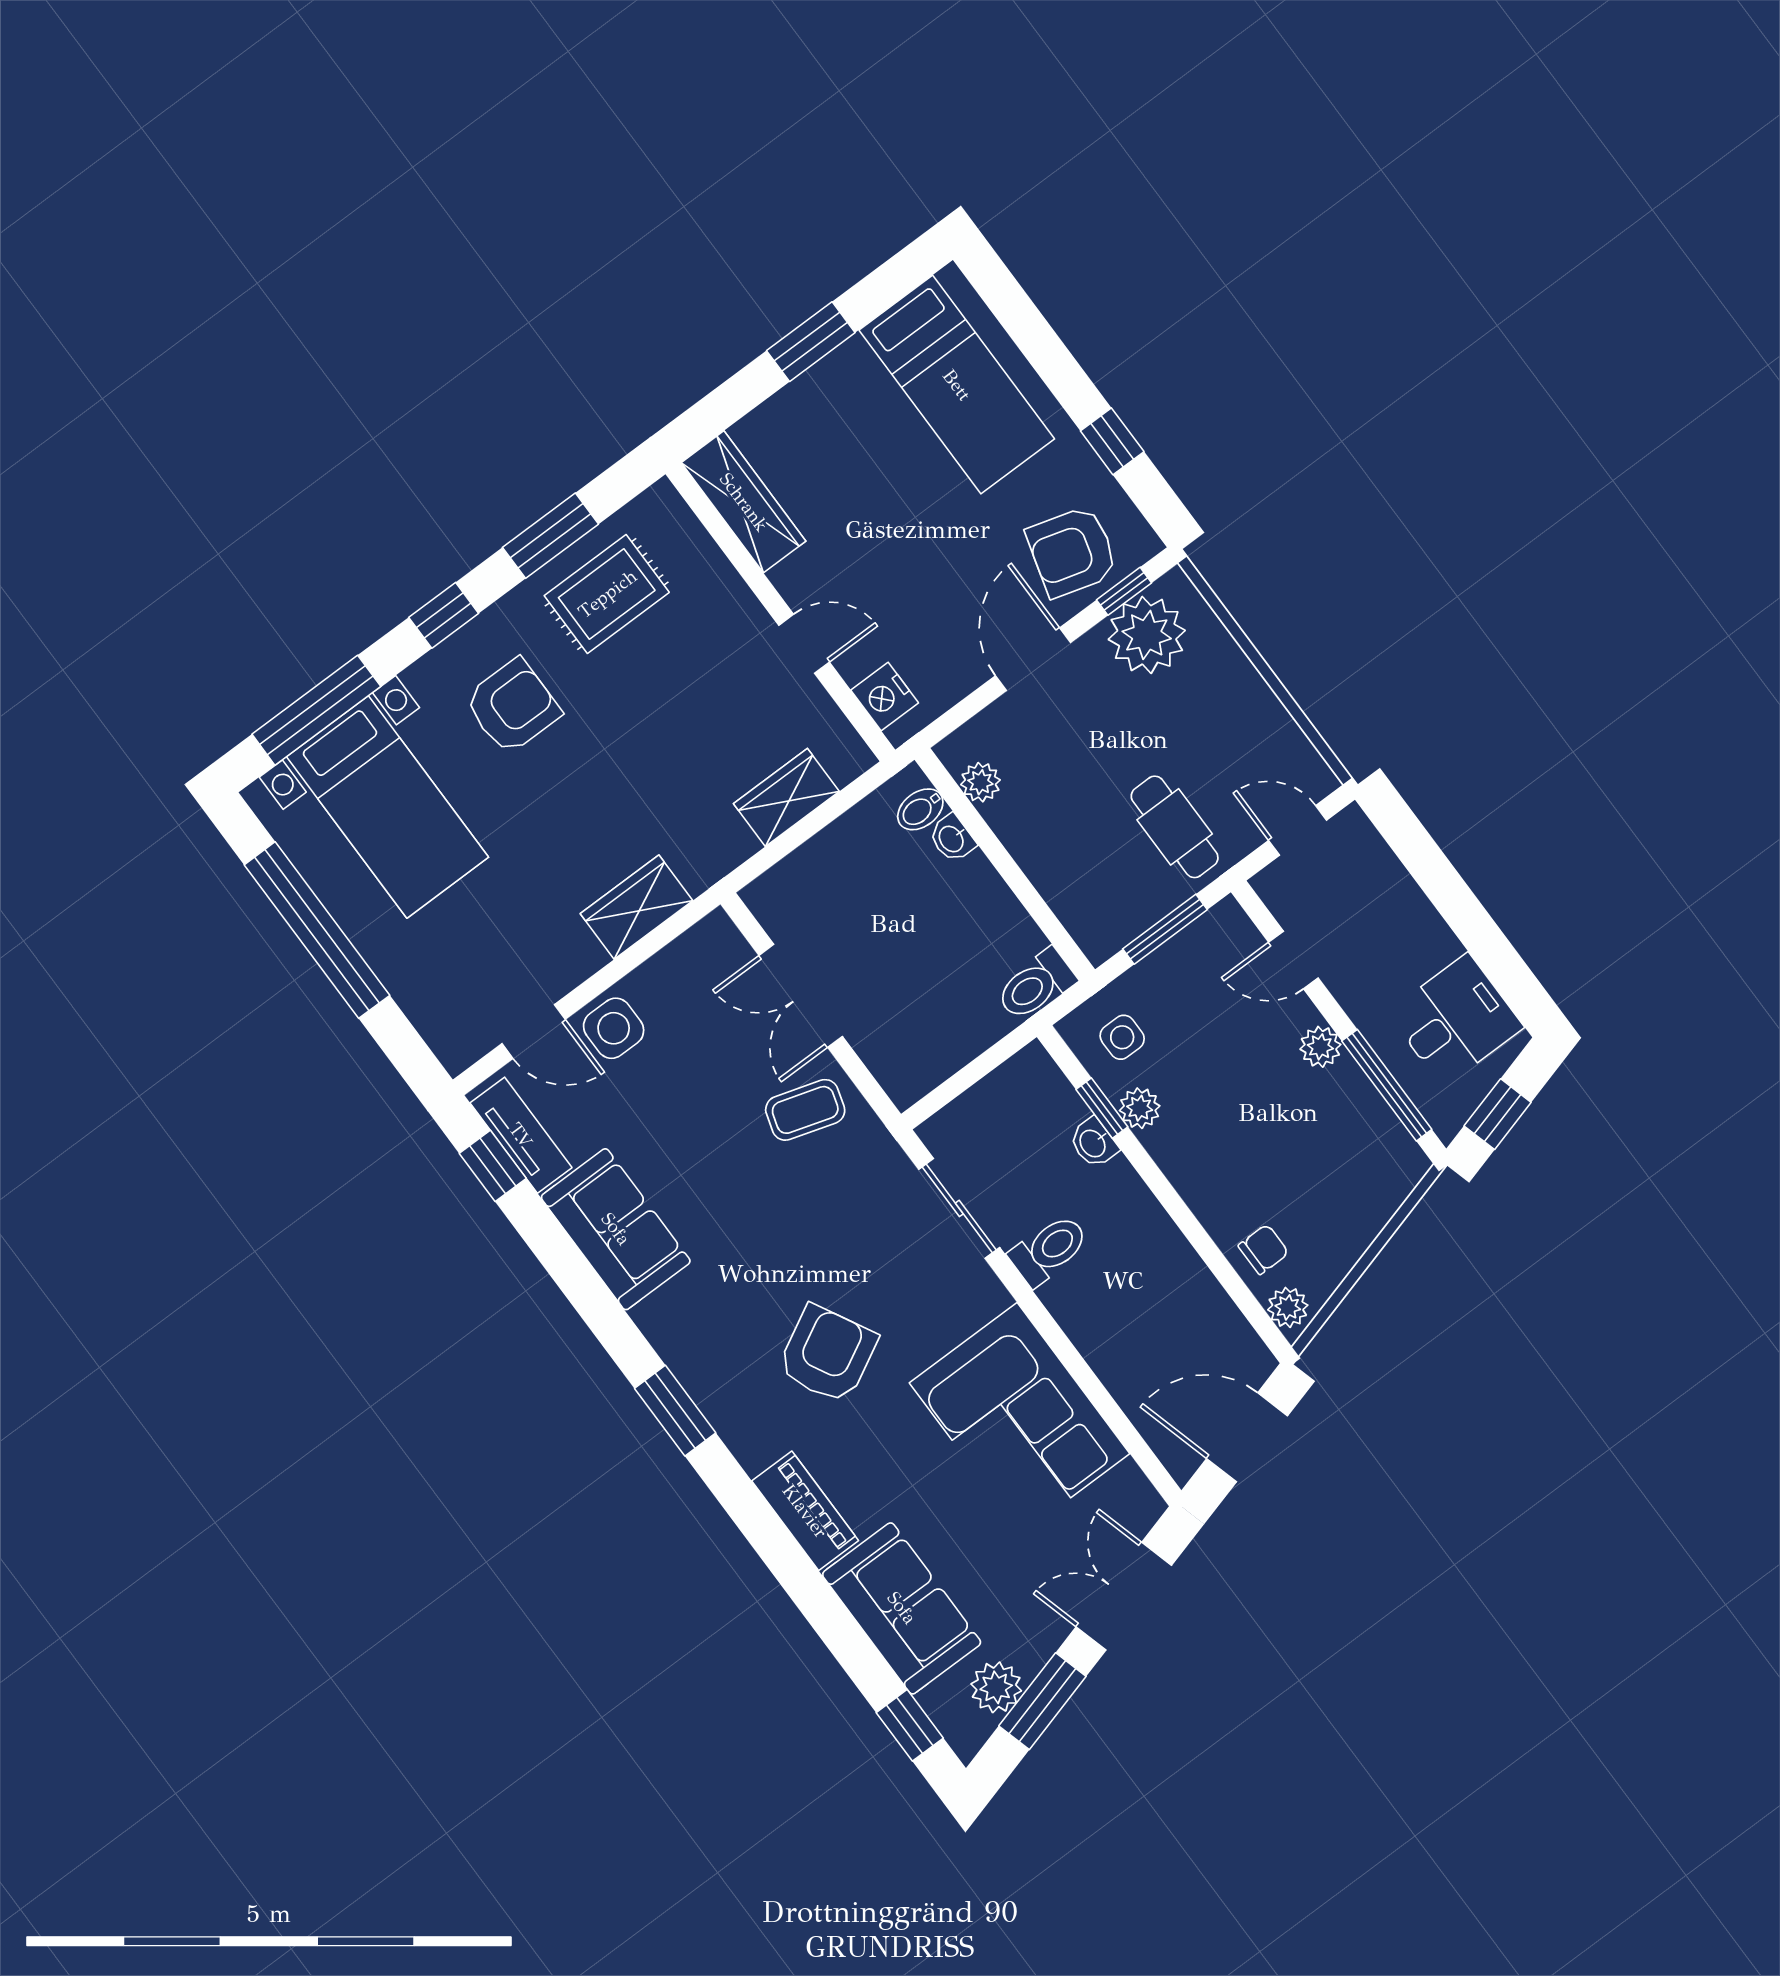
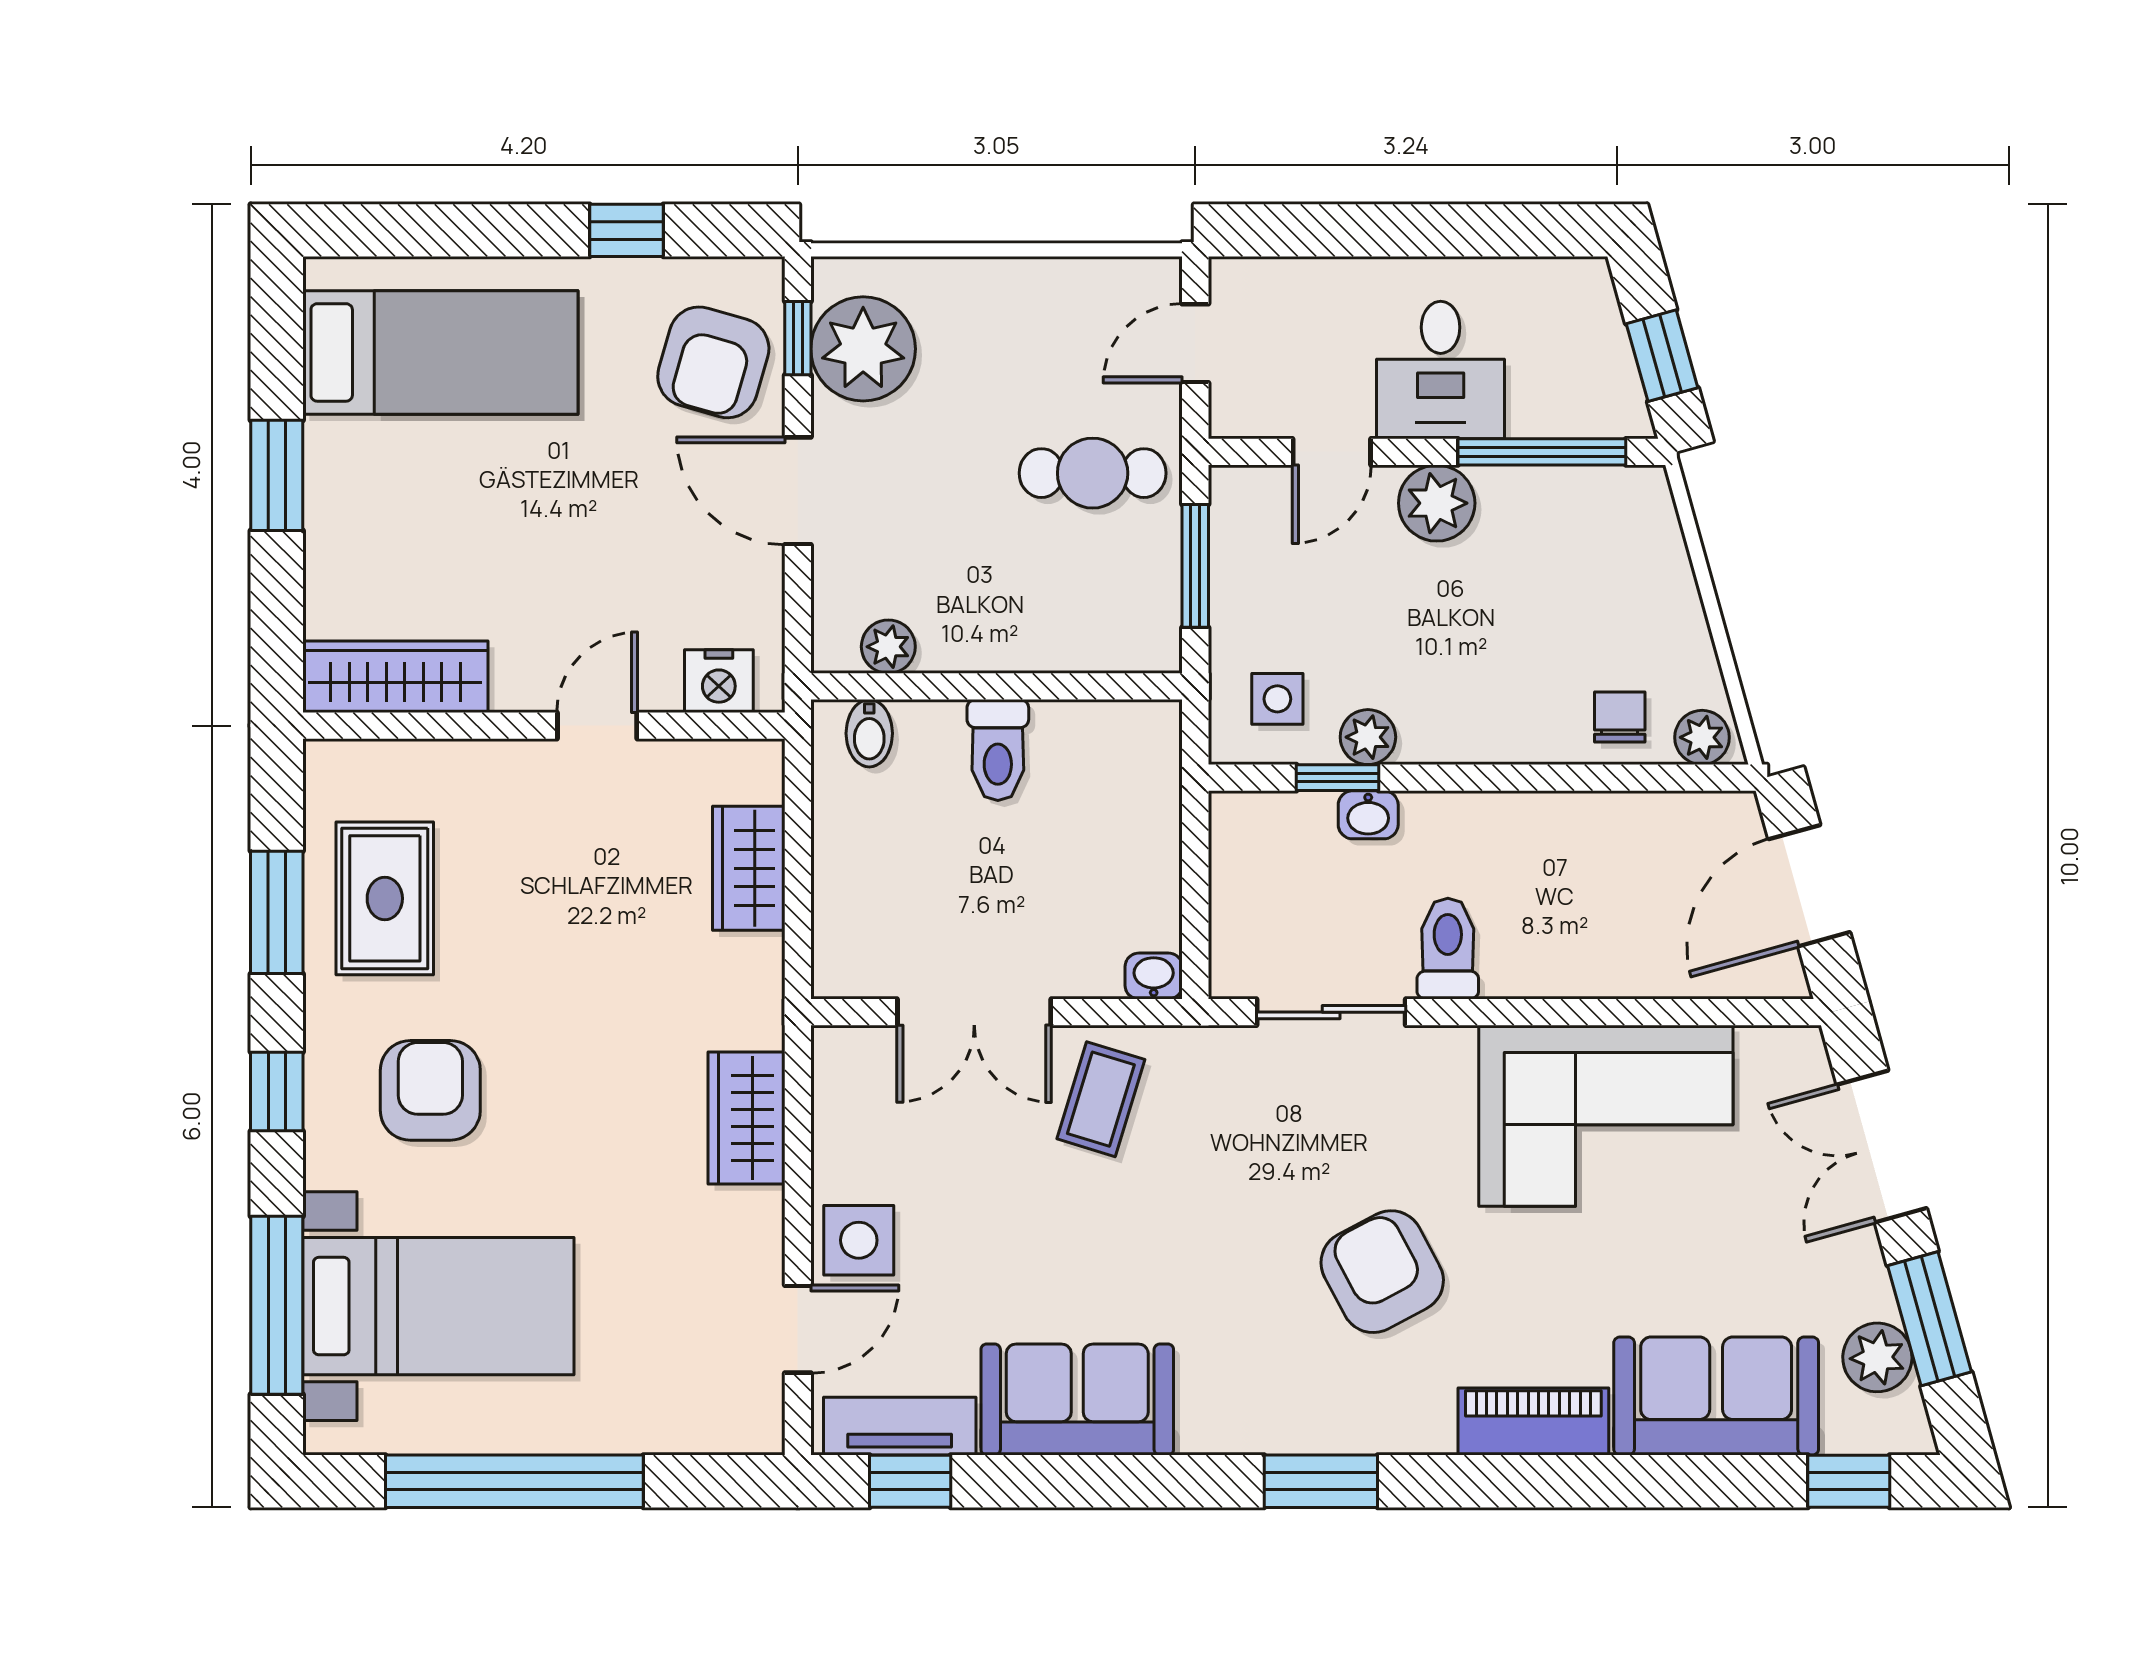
washbasin: (952, 838) -> (1154, 976), moved, turned 180
toilet: (1036, 985) -> (998, 750), moved
desk: (1456, 1020) -> (1441, 370), moved, turned 180
plant: (1320, 1047) -> (1437, 503), width x1.38, depth x1.38

